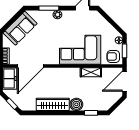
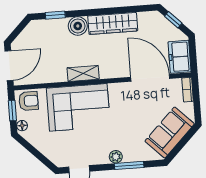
door: (30, 66) -> (150, 78), hinge flipped
shelving: (91, 72) -> (83, 73), moved

